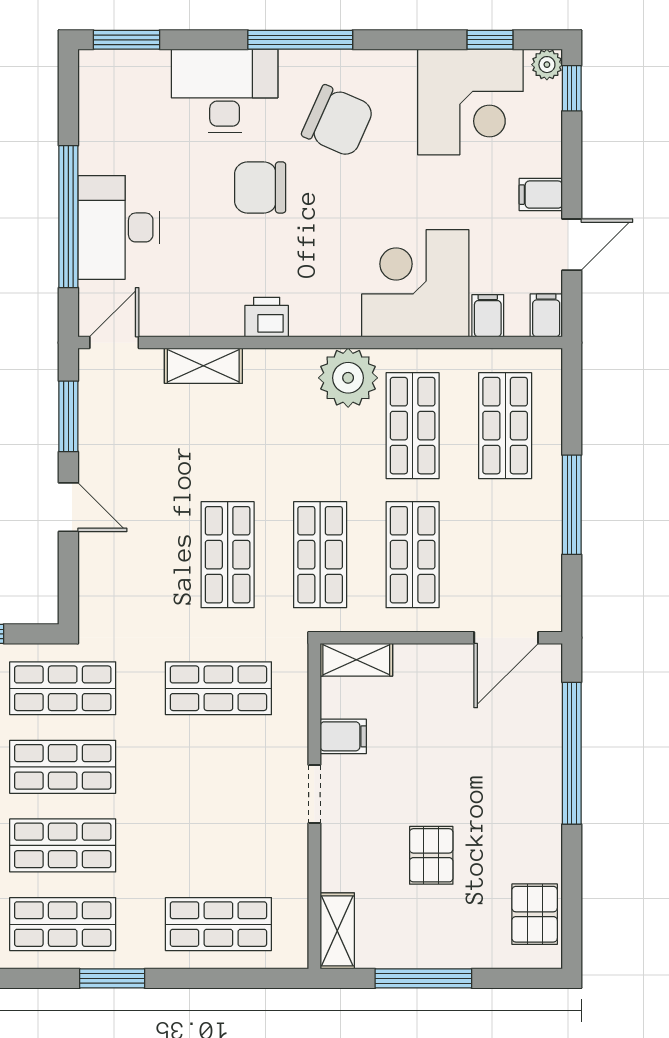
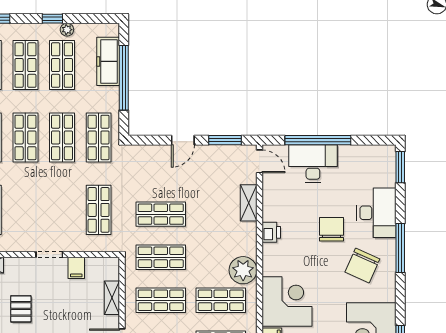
shelving: (356, 660) -> (112, 298), moved
pallet: (431, 855) -> (21, 309), turned 90

